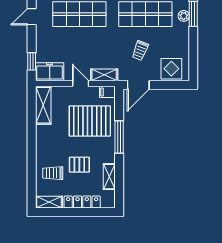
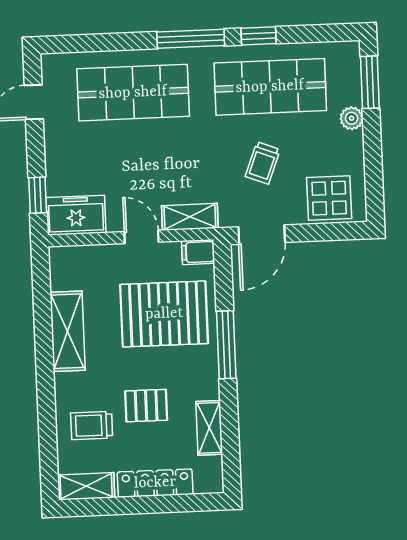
plant: (184, 16) -> (352, 118), moved
shelving: (43, 105) -> (68, 331), moved

